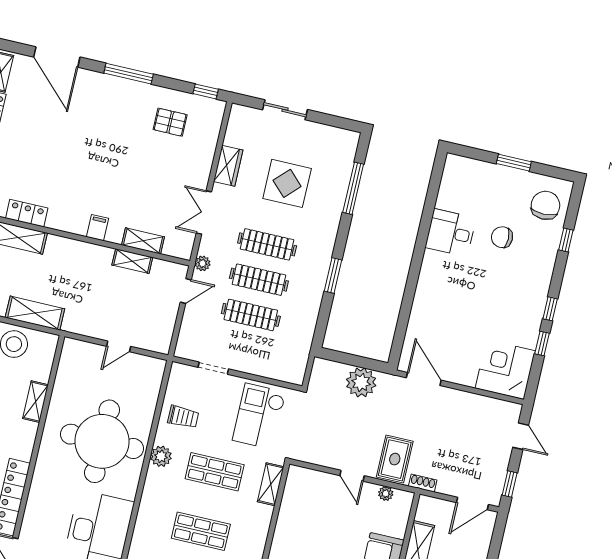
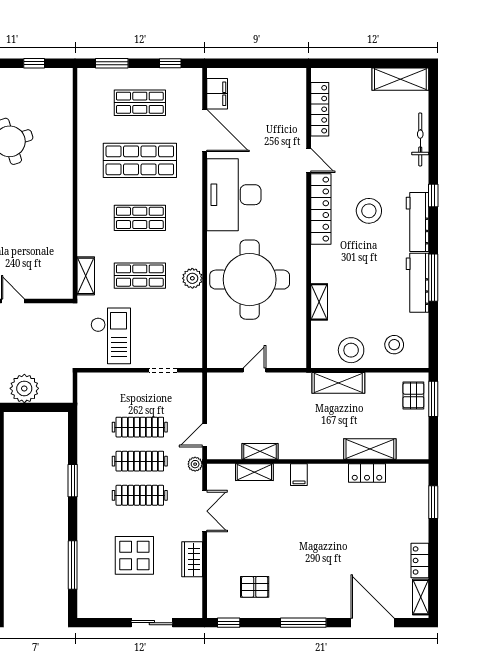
trolley: (183, 417) -> (180, 319), removed

